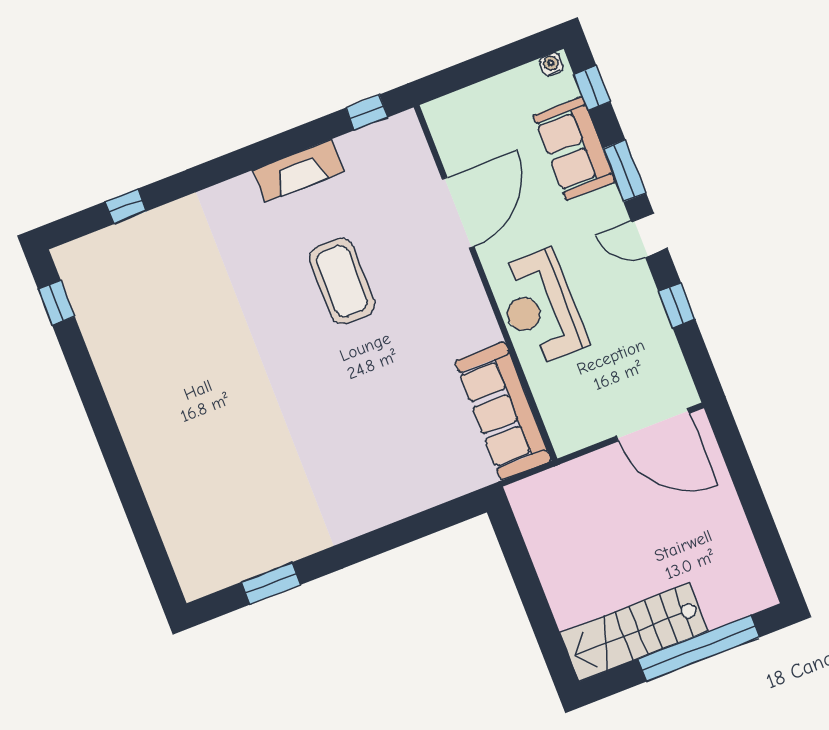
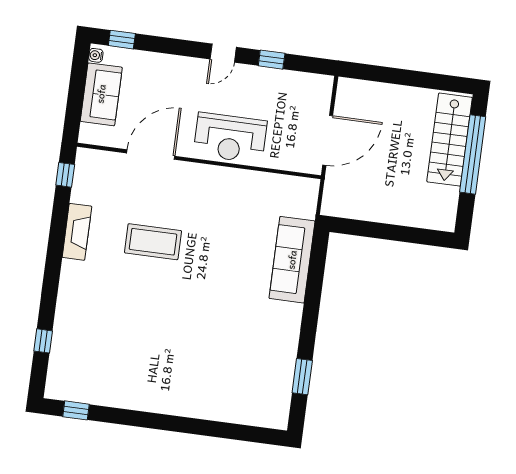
sofa: (574, 148) -> (101, 94), moved, turned -90
window: (624, 171) -> (179, 47), removed
door: (458, 213) -> (151, 155), hinge flipped
sofa: (503, 411) -> (292, 260), moved, turned 90
door: (653, 425) -> (328, 140), moved
stairs: (634, 632) -> (450, 140), moved

